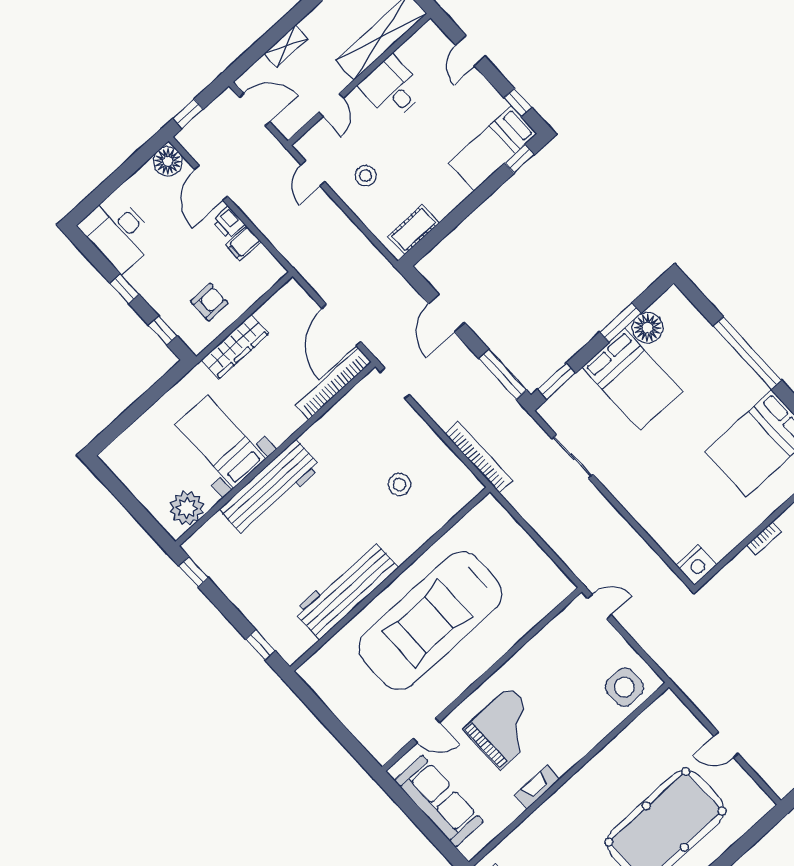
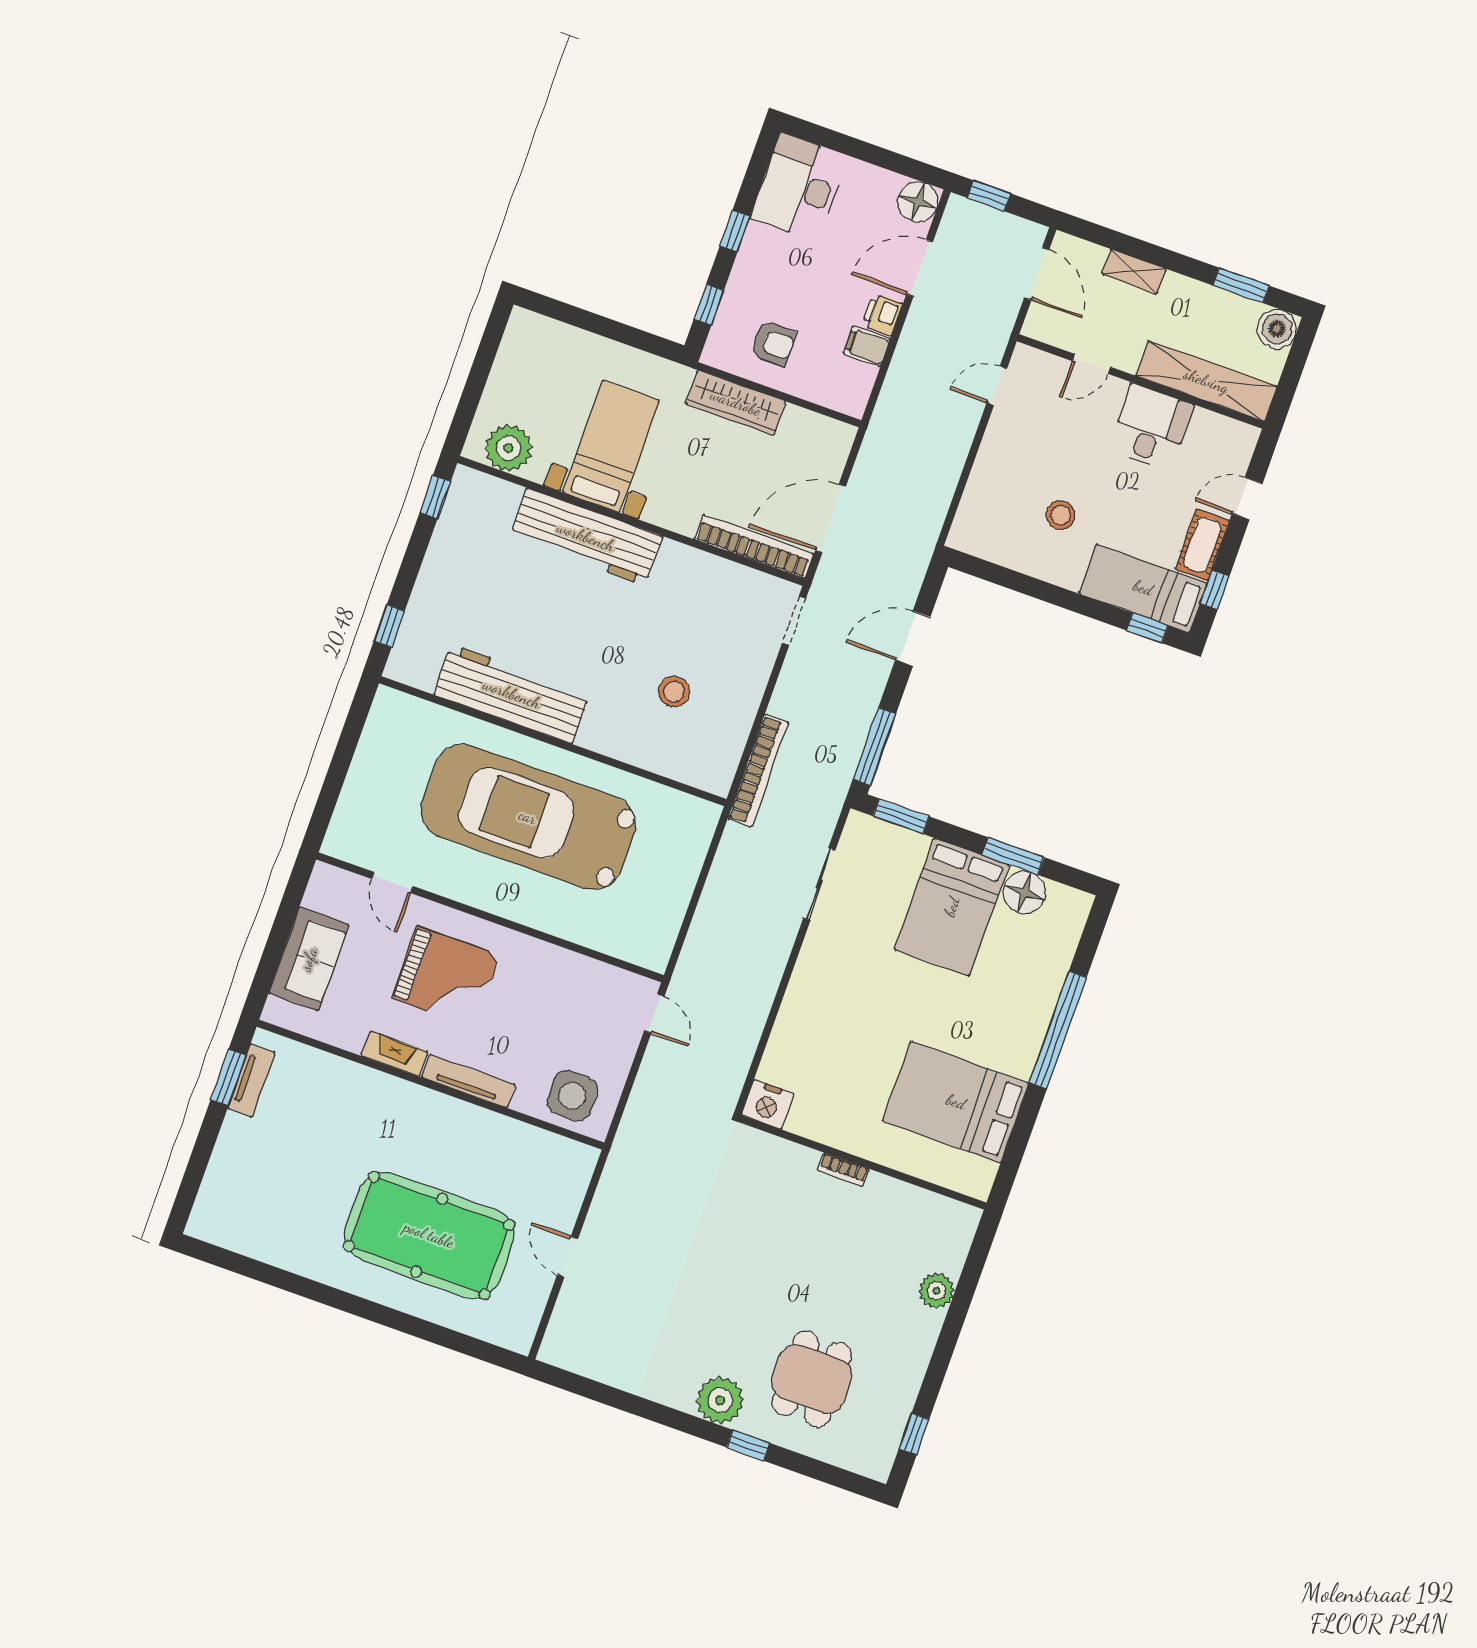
stool: (366, 176) -> (1061, 515), moved
cot: (414, 229) -> (1202, 545), moved, turned 90
tv unit: (580, 749) -> (468, 1081), added
sofa: (439, 801) -> (309, 959), width x0.73

